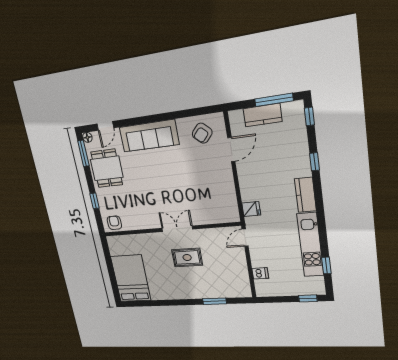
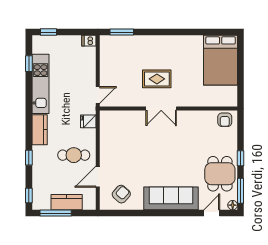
cafe table: (262, 171) -> (74, 155), added
window: (95, 201) -> (241, 158), moved
dishwasher: (260, 273) -> (89, 41), moved
window: (214, 301) -> (122, 32), moved

